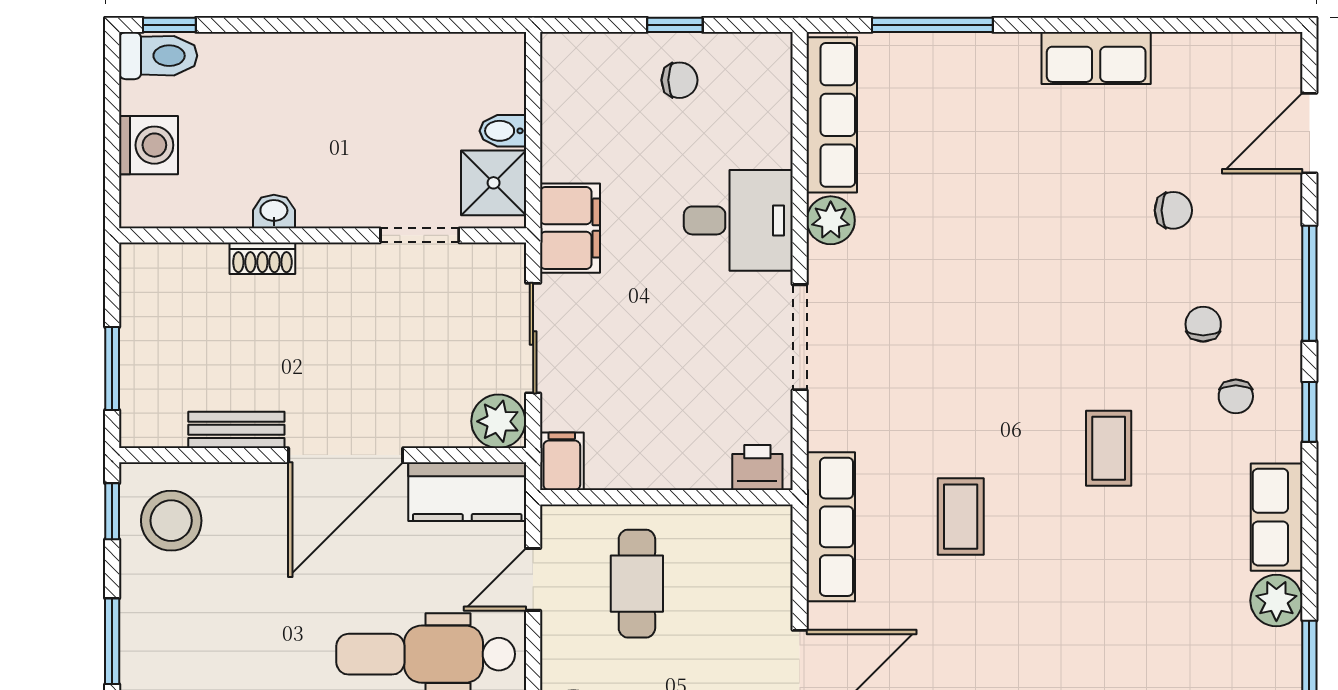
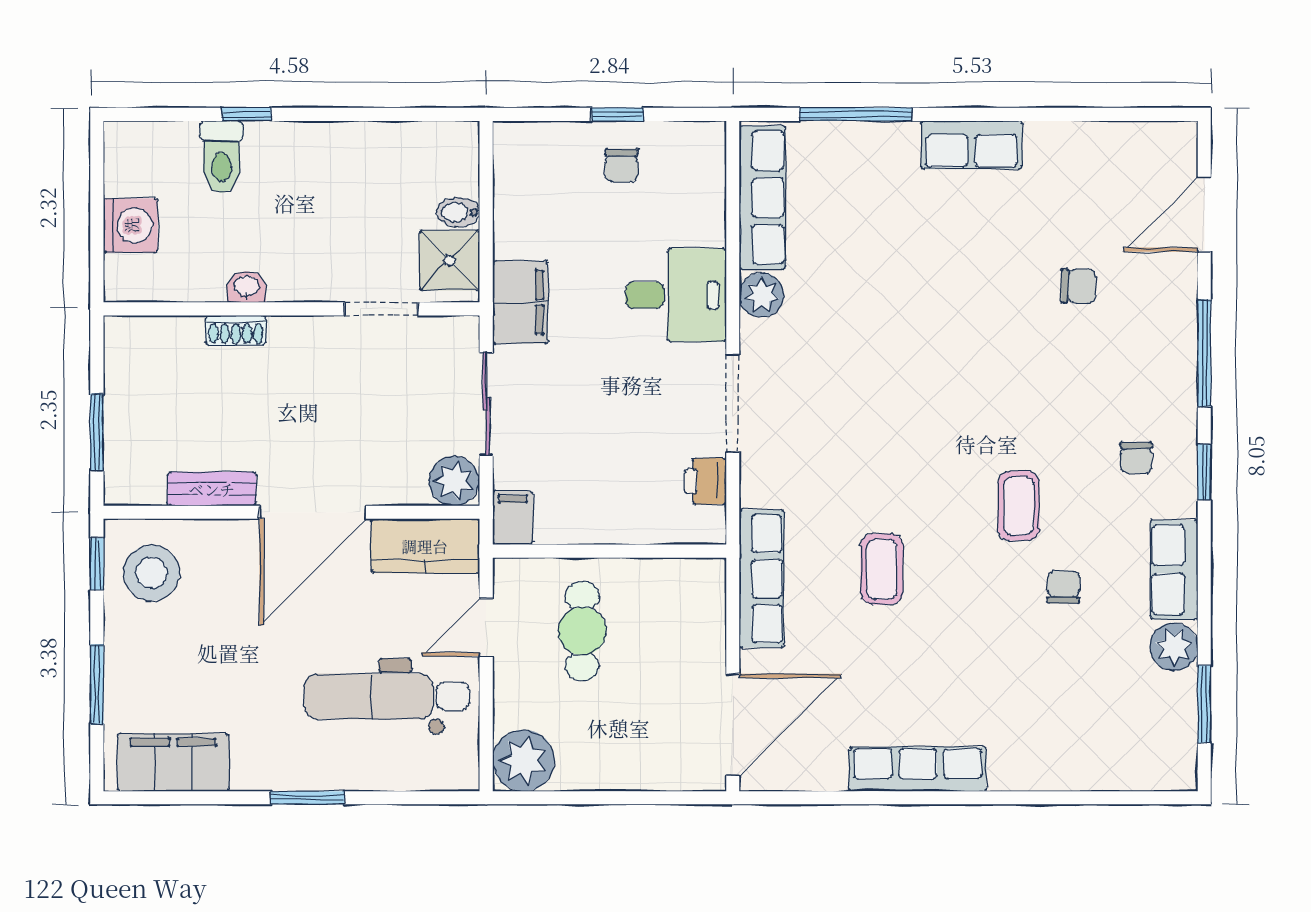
window: (169, 25) -> (247, 114), moved
toilet: (158, 56) -> (222, 157), moved, turned 90
row of seats: (1096, 58) -> (972, 145), moved
chair: (679, 80) -> (622, 165), turned 90
chair: (1203, 324) -> (1063, 587), moved
printer: (757, 468) -> (705, 481), moved, turned -90

